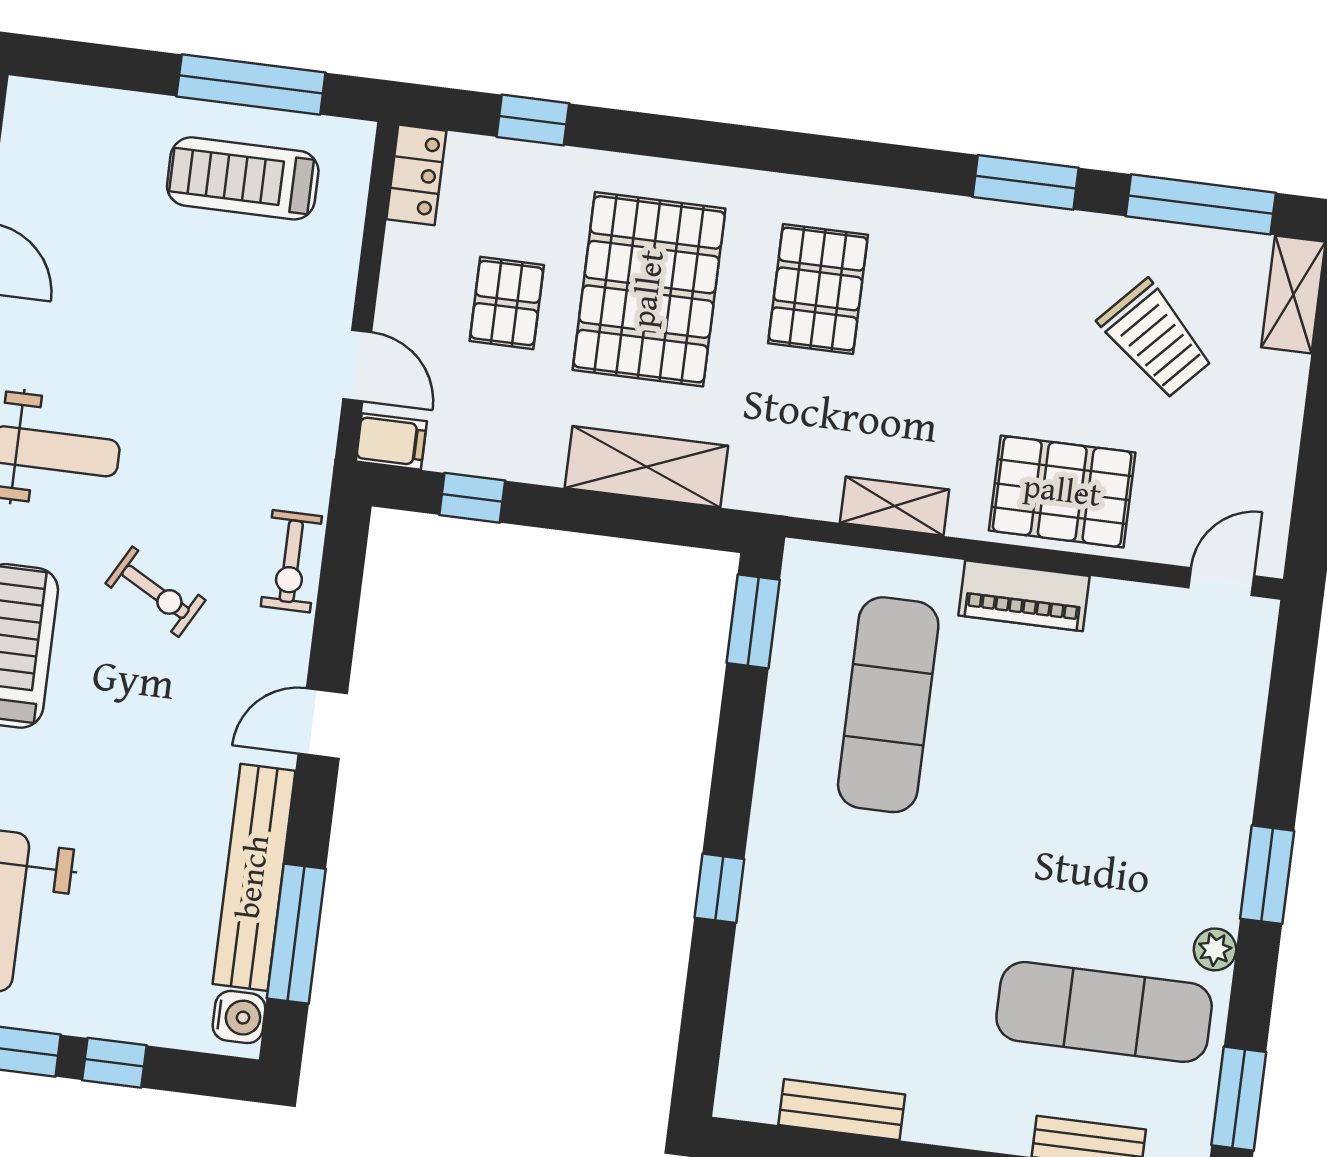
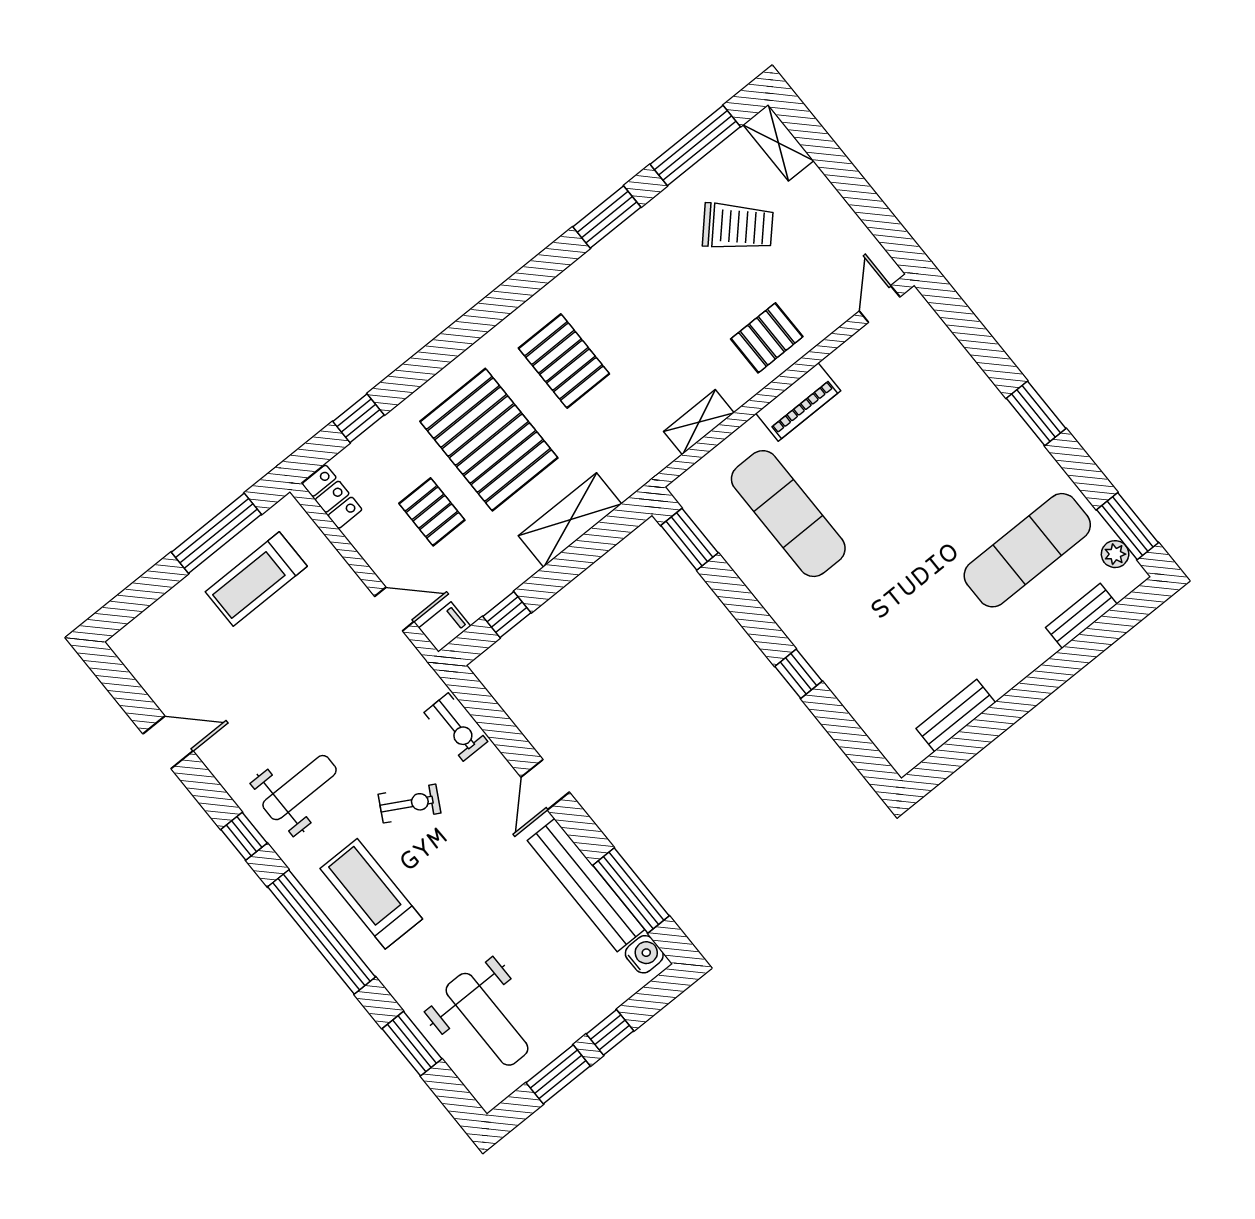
pallet: (1062, 492) -> (767, 338), width x0.67, depth x0.71
plant: (1215, 949) -> (1115, 554), moved

